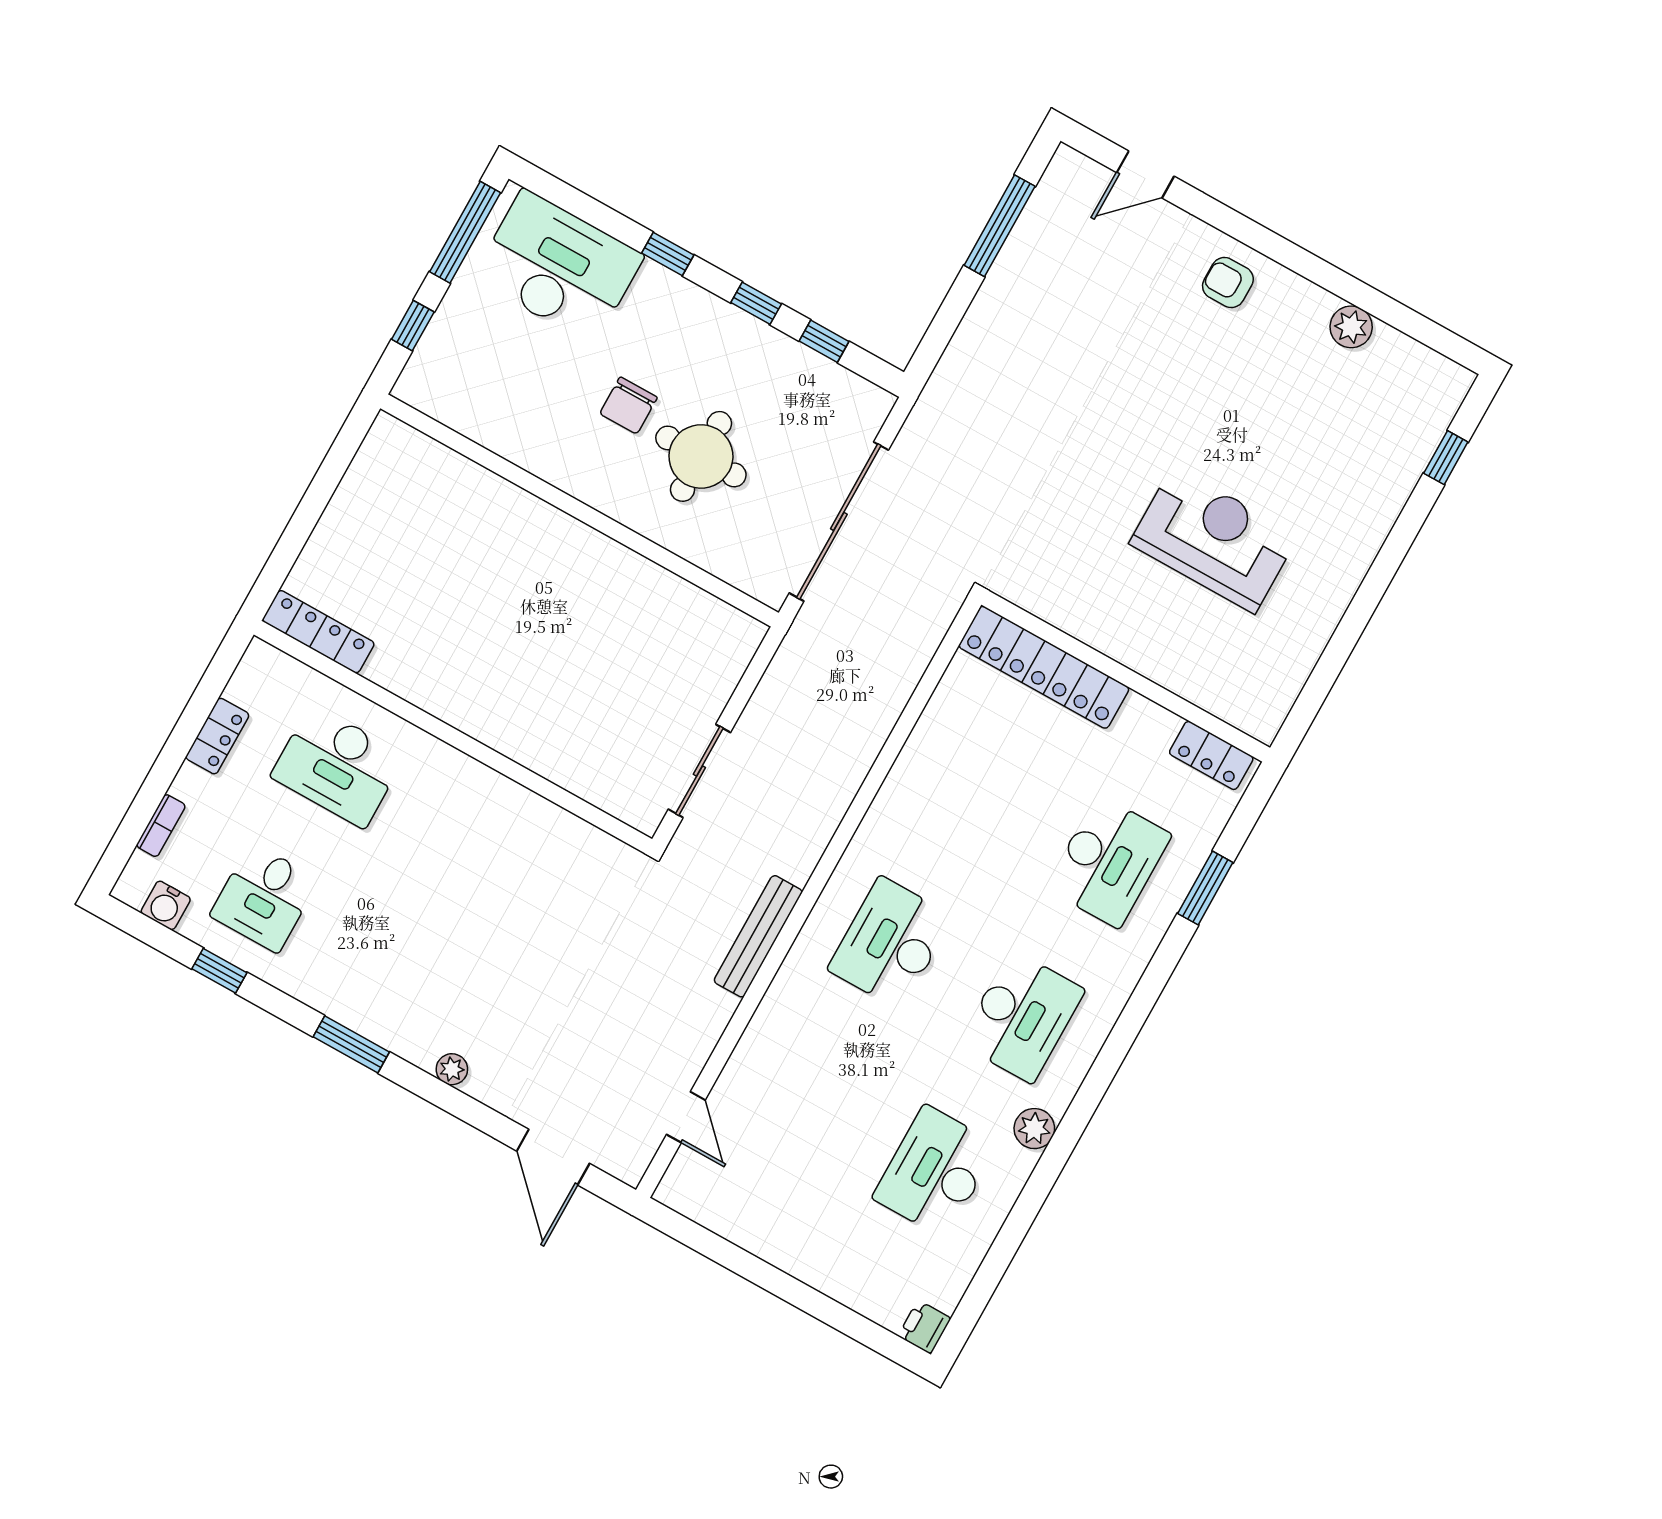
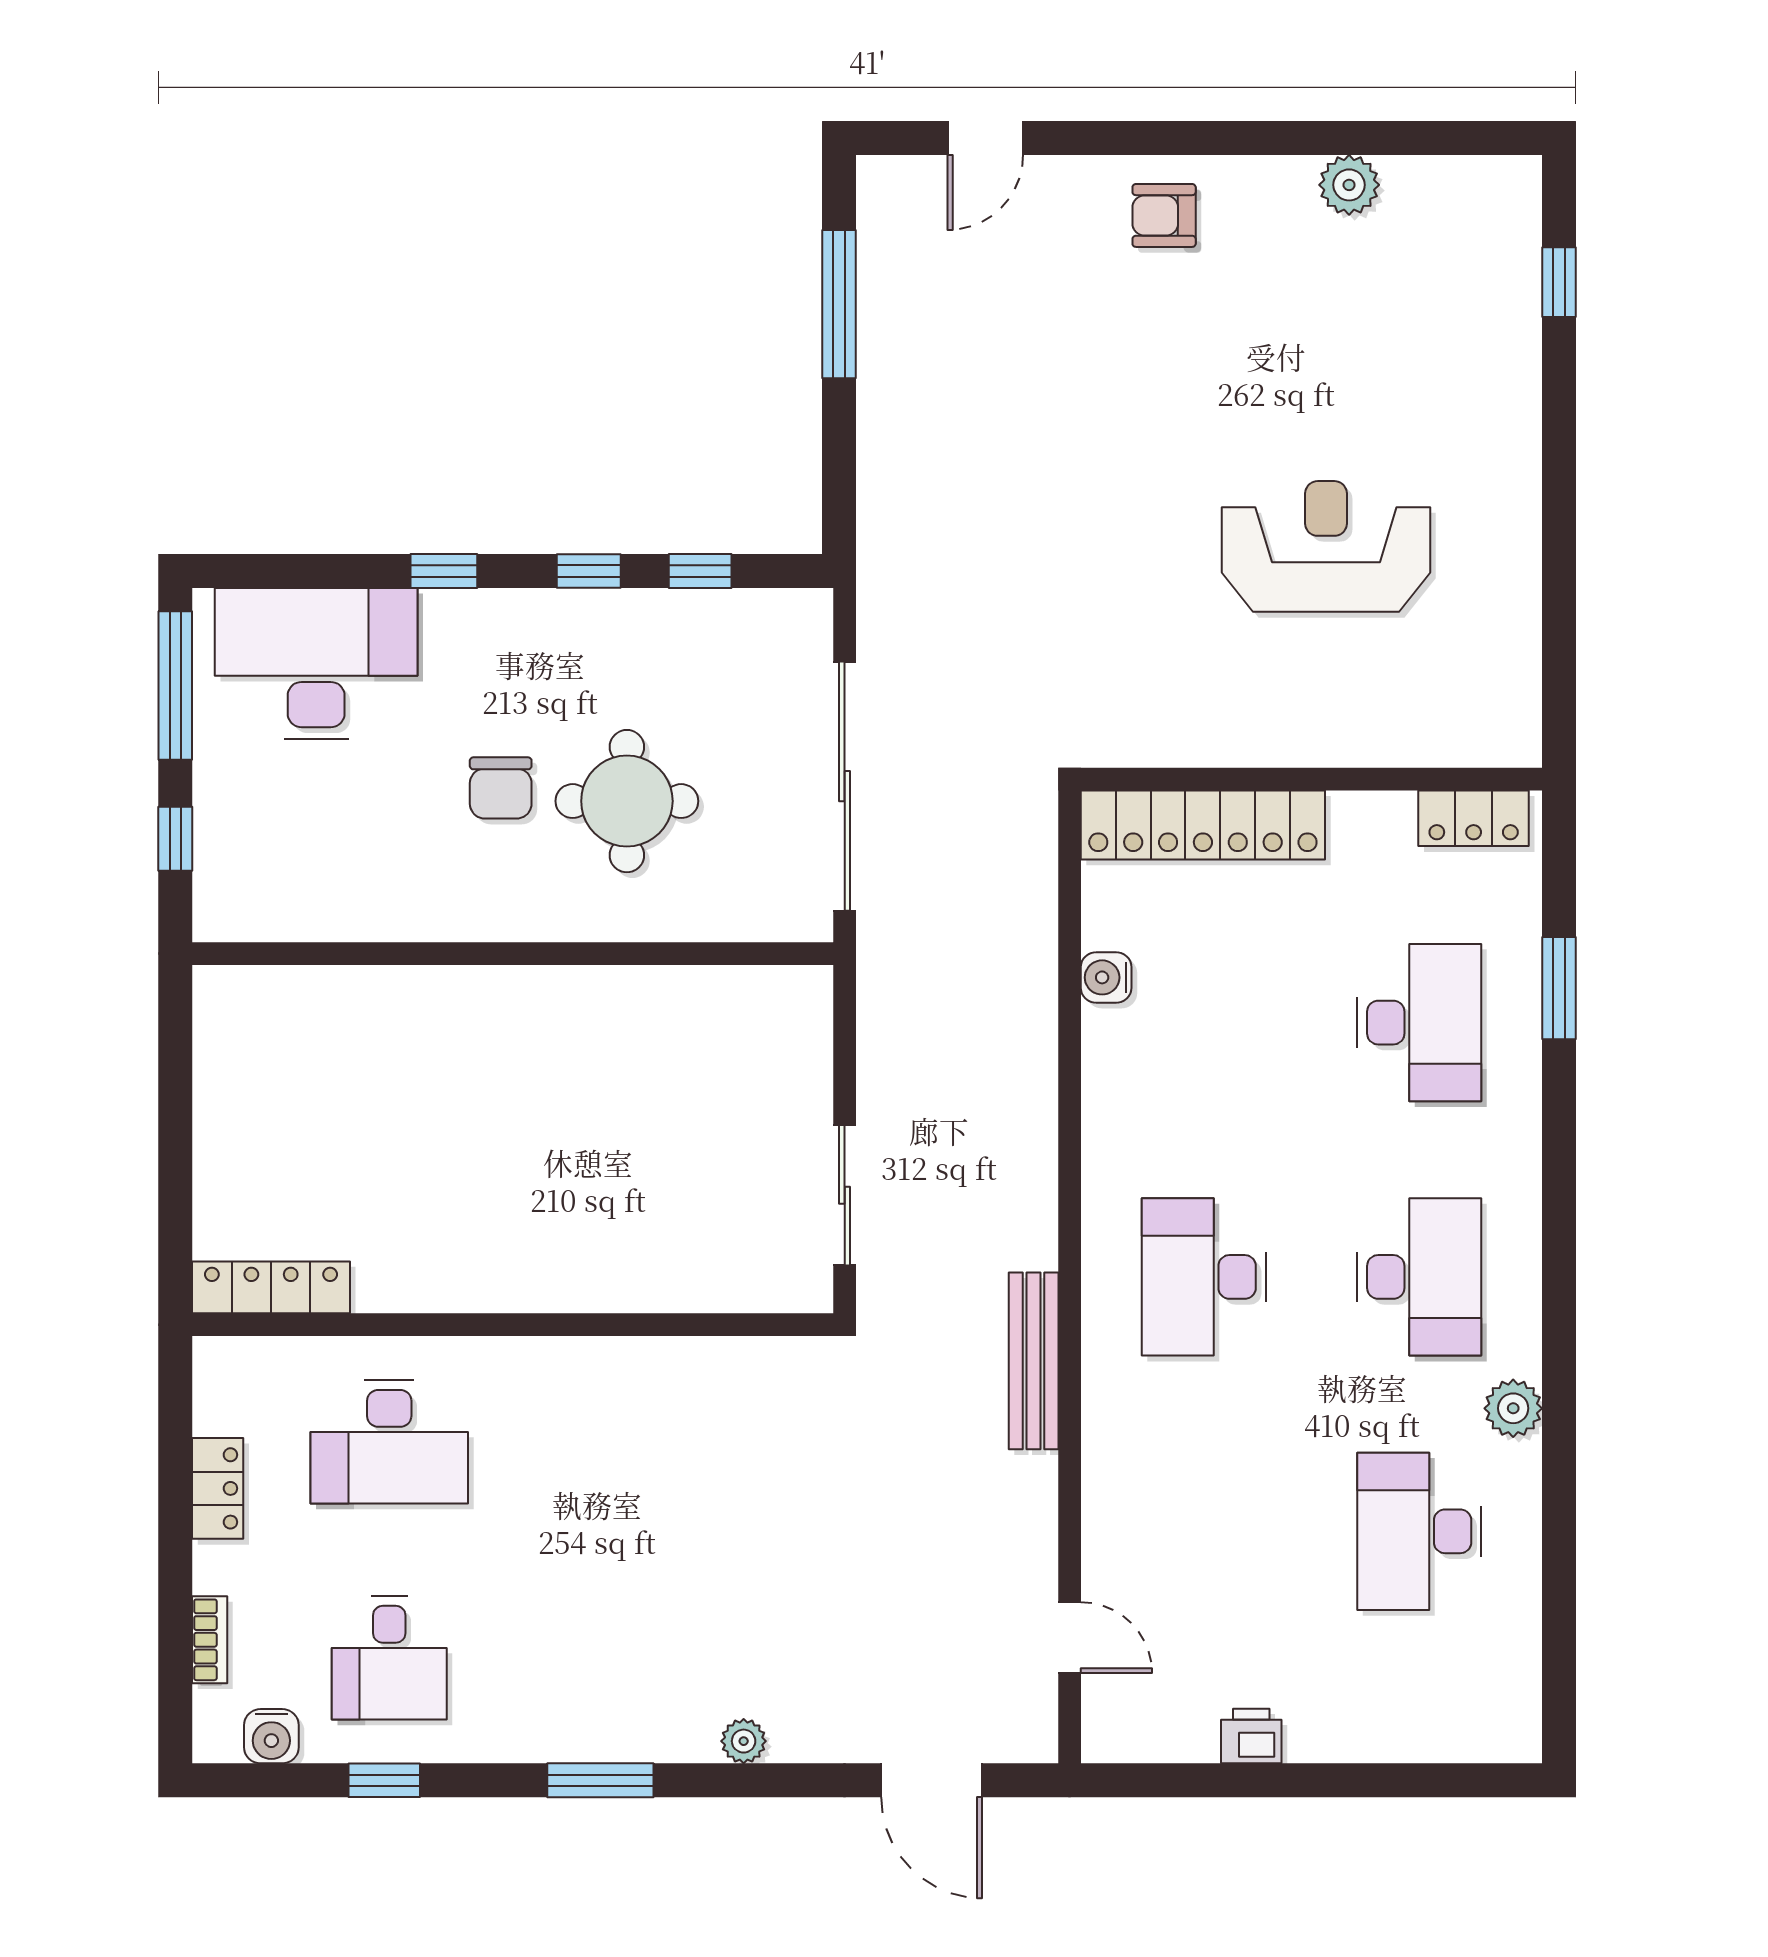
water cooler: (933, 727) -> (1106, 977), added
printer: (924, 1327) -> (1251, 1736), moved, turned 90

